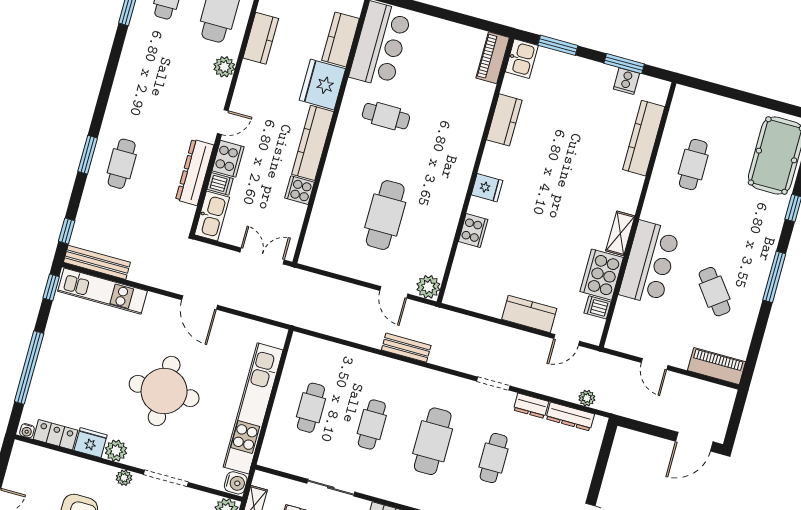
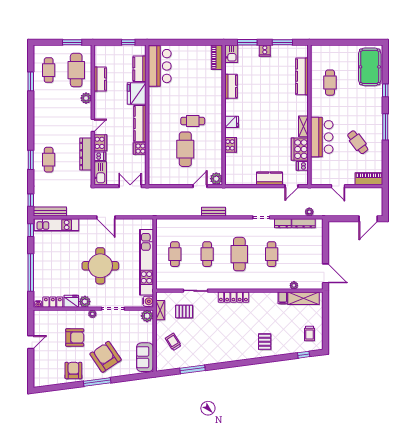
cooker: (626, 81) -> (265, 51), moved
cafe table: (386, 116) -> (193, 121), moved
door: (394, 292) -> (200, 186), swing flipped

